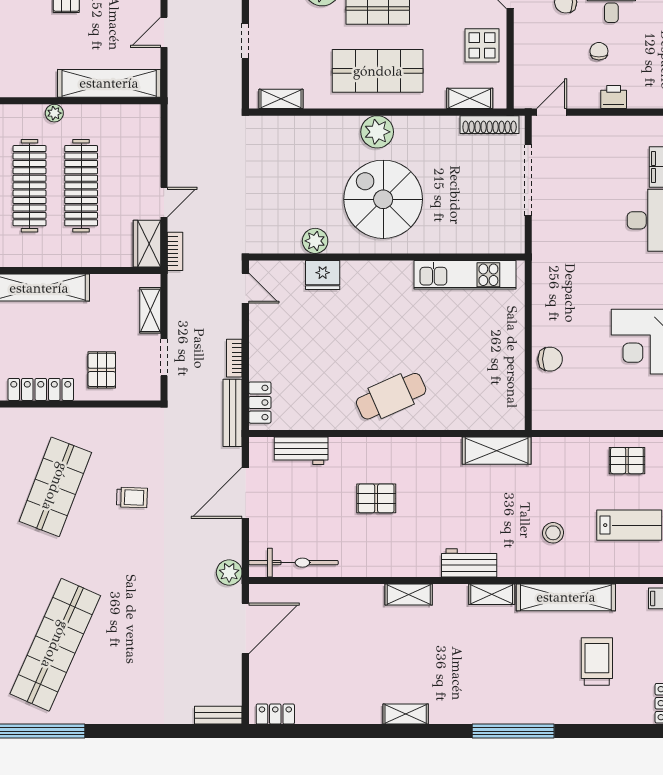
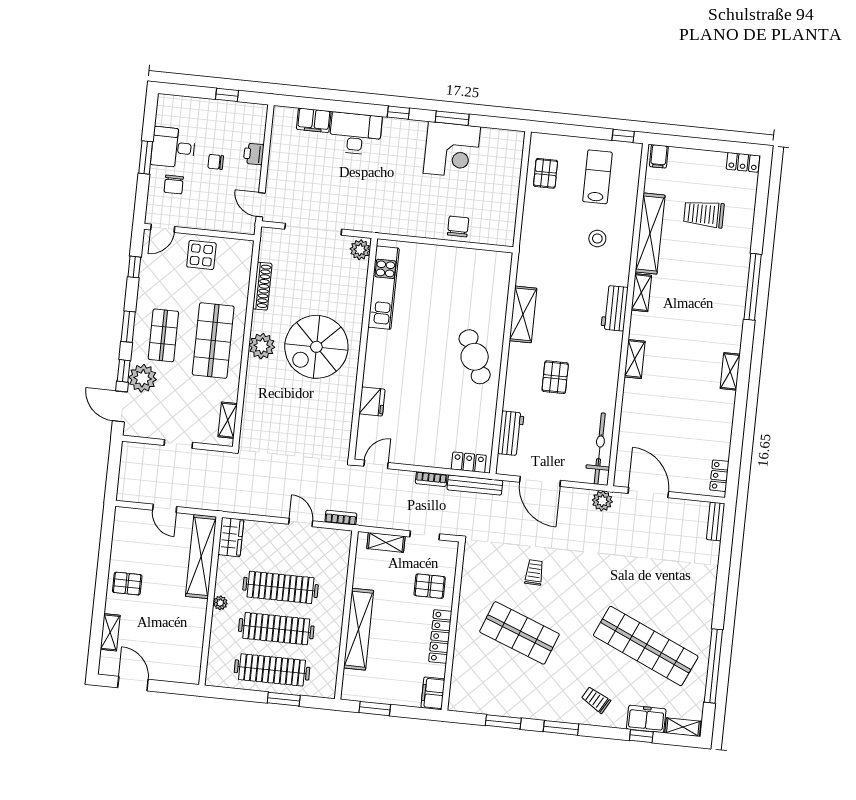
shelving: (470, 98) -> (243, 269), removed
shoe rack: (490, 125) -> (262, 286), moved
plant: (315, 241) -> (360, 250), moved
wardrobe: (147, 244) -> (231, 537), moved, turned -90
shelving: (497, 451) -> (523, 314), moved

